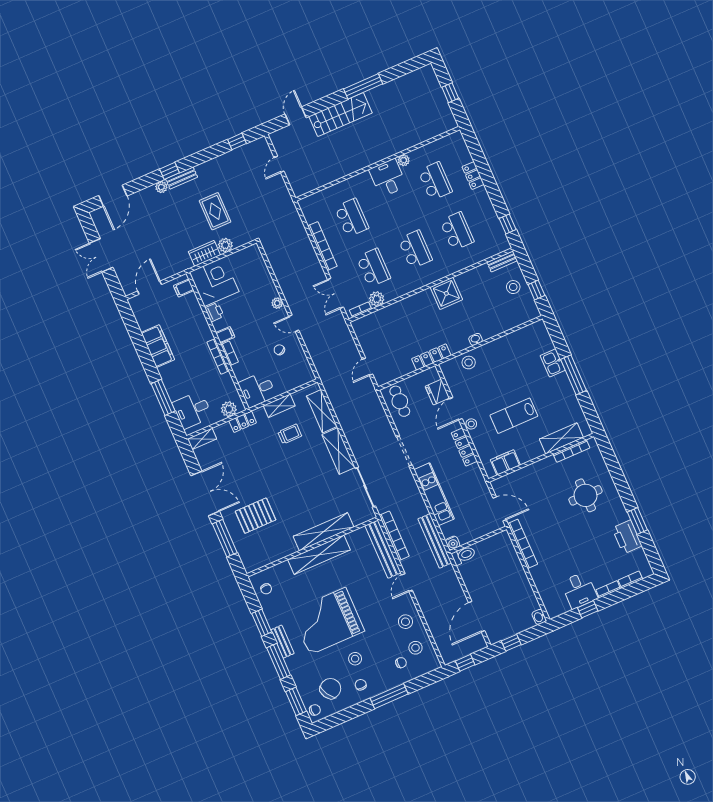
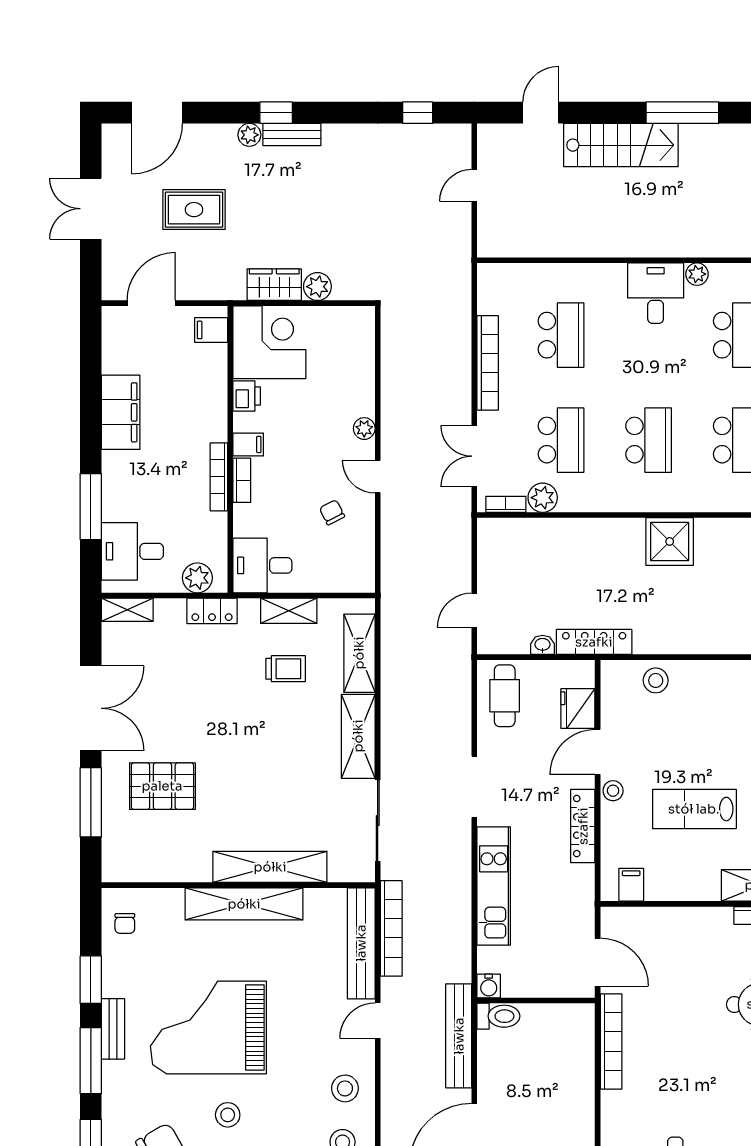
rug: (215, 211) -> (194, 210), moved, turned 90
washbasin: (476, 339) -> (542, 645), moved
filing cabinet: (505, 462) -> (631, 885), width x0.50
bench: (435, 541) -> (459, 1036), moved

